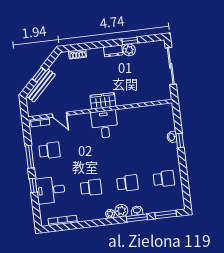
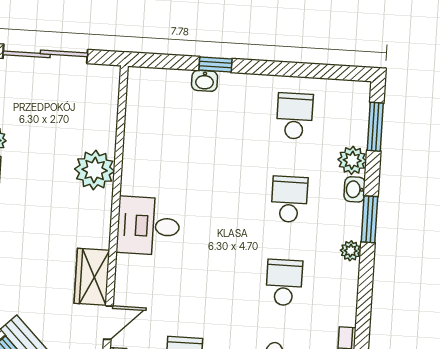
plant: (124, 97) -> (95, 170), added
wardrobe: (103, 101) -> (92, 277), moved
plant: (121, 211) -> (352, 160), moved
window: (137, 218) -> (369, 219), moved

